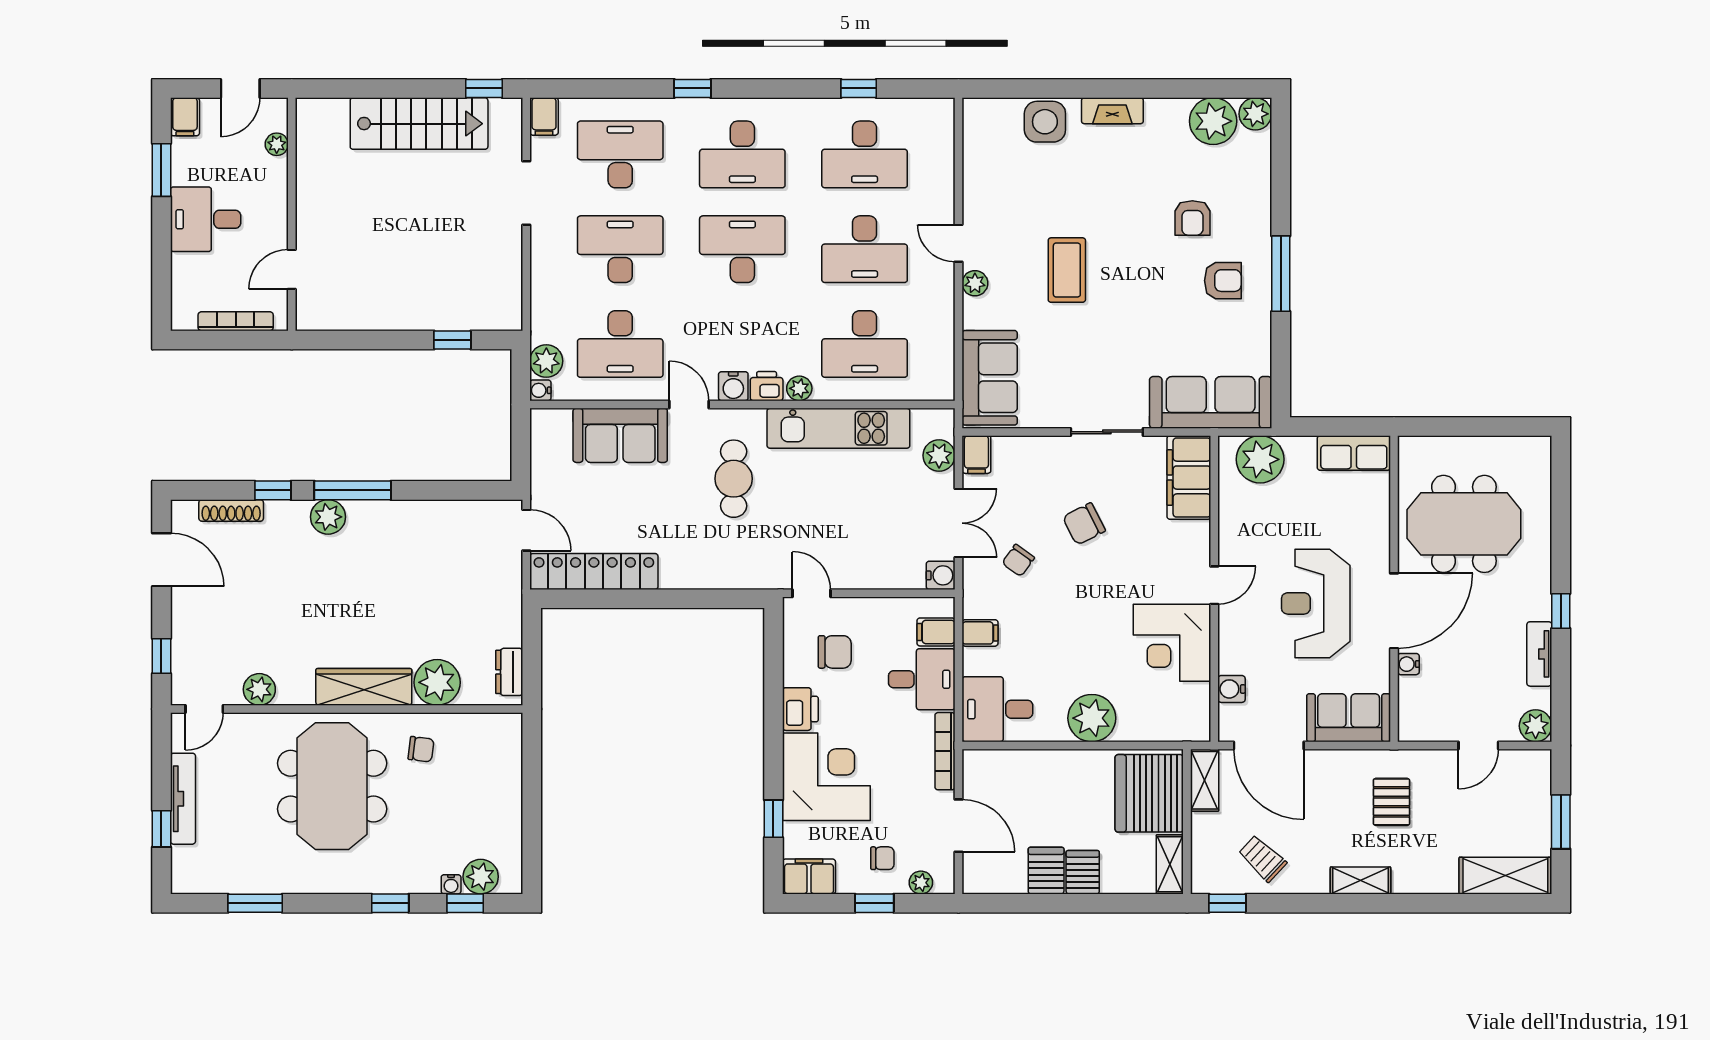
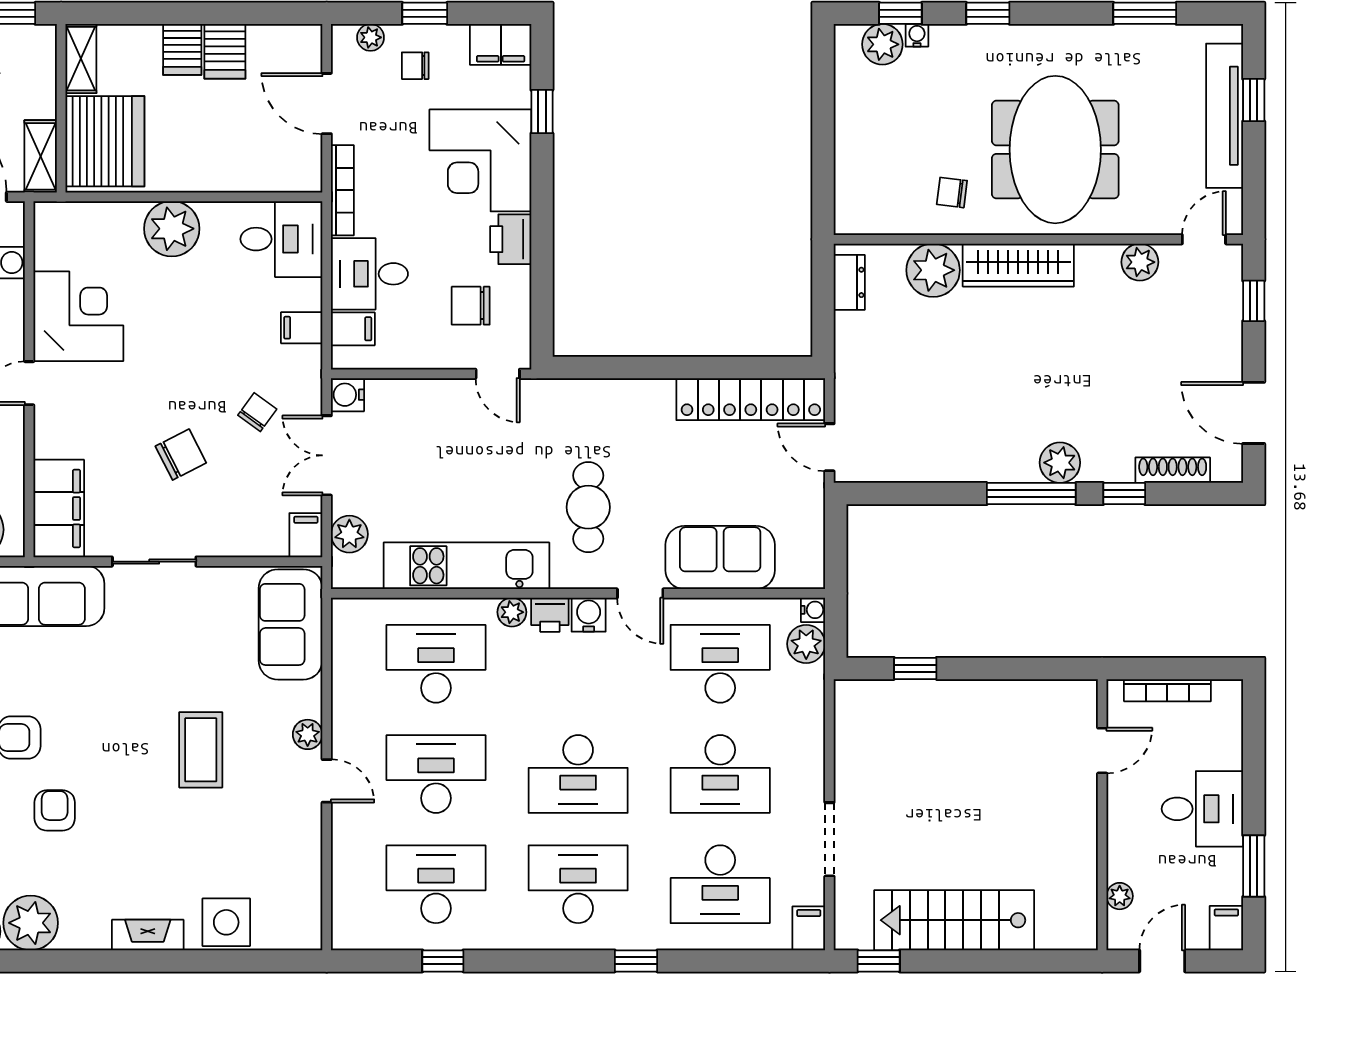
tv unit: (183, 799) -> (1225, 116), width x1.36, depth x1.29

